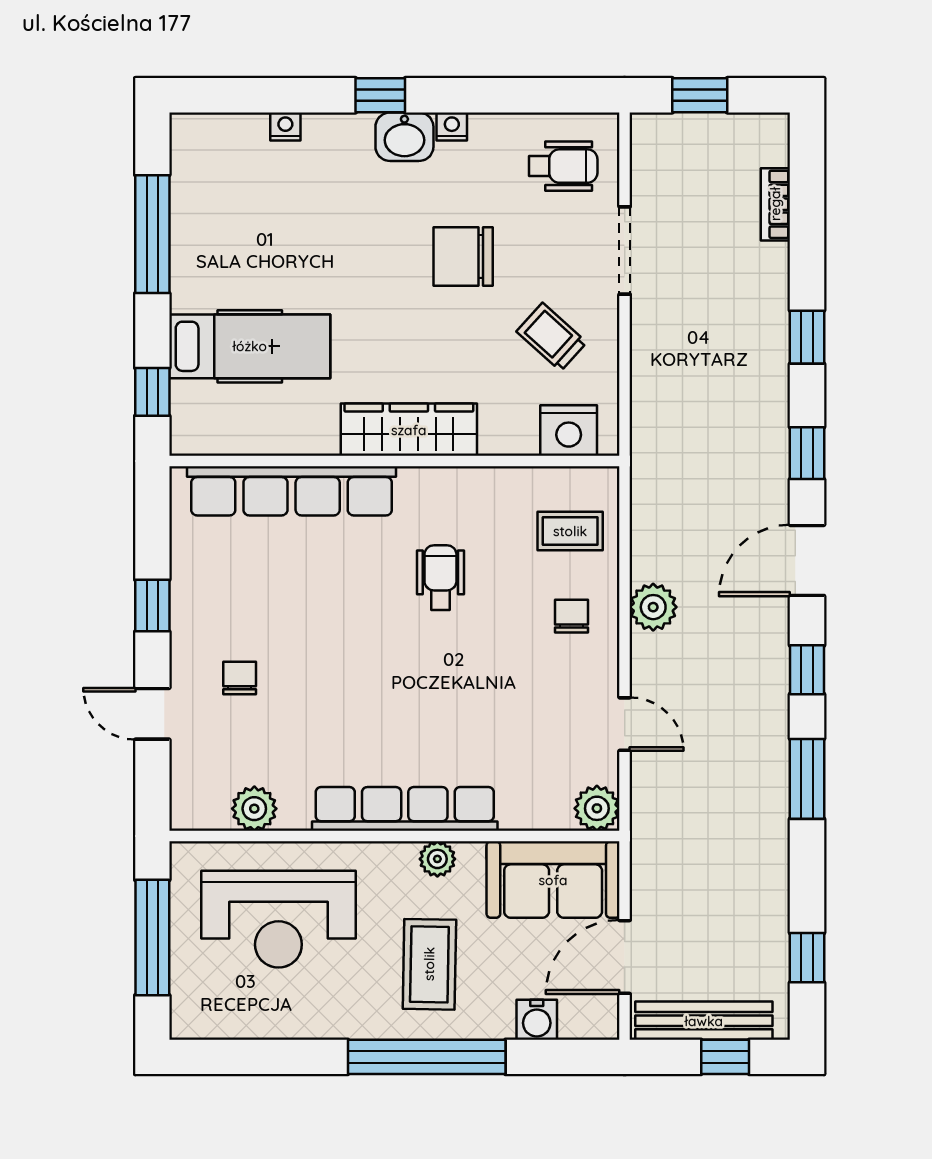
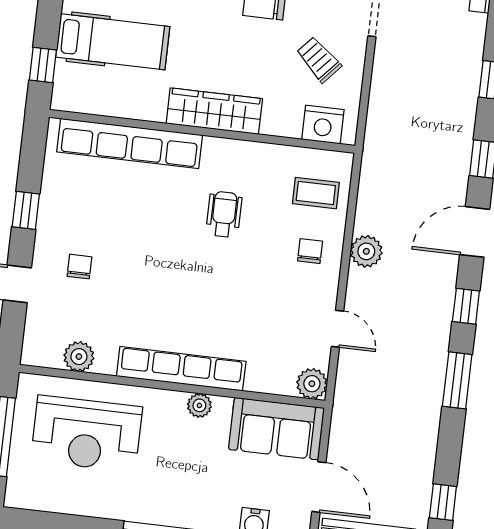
door: (625, 957) -> (319, 487), swing flipped
coffee table: (429, 964) -> (186, 476), removed

